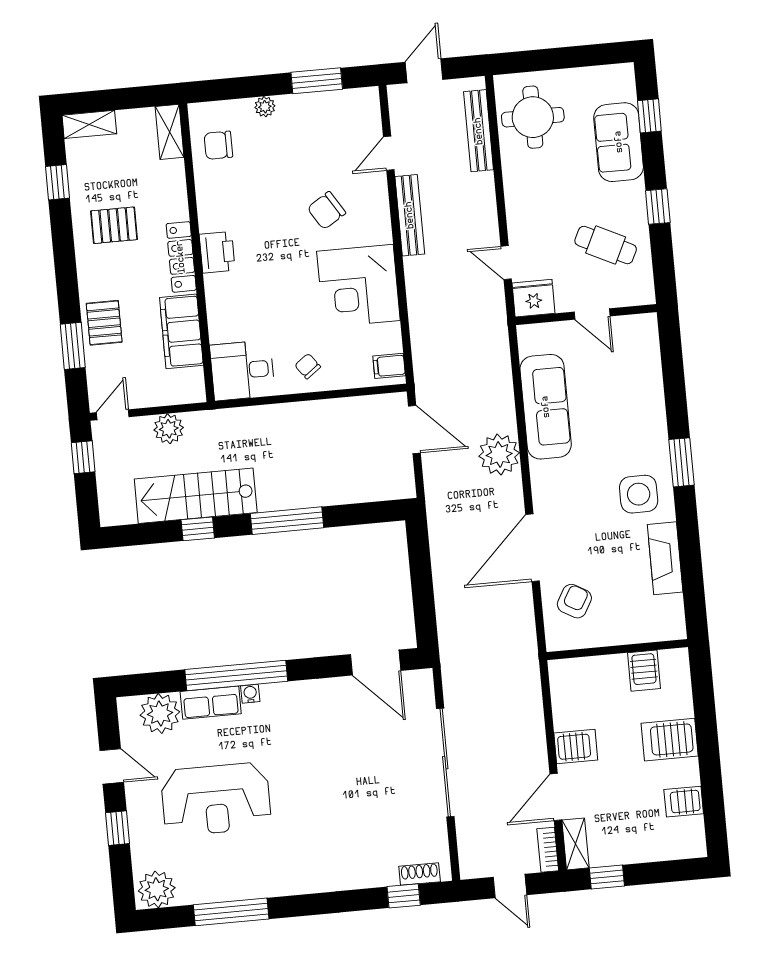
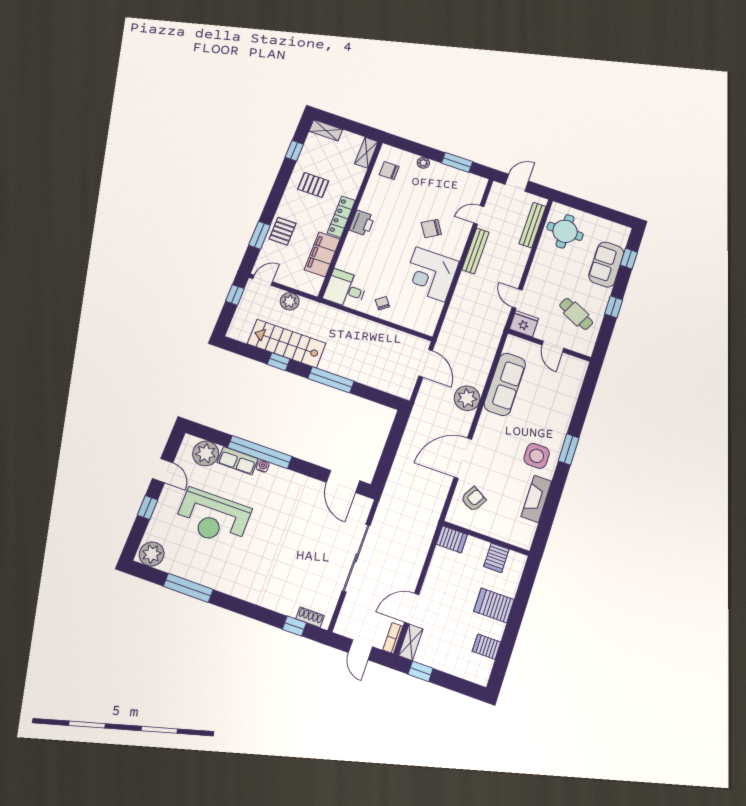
filing cabinet: (389, 366) -> (428, 323), removed
server rack: (576, 747) -> (452, 539), moved

